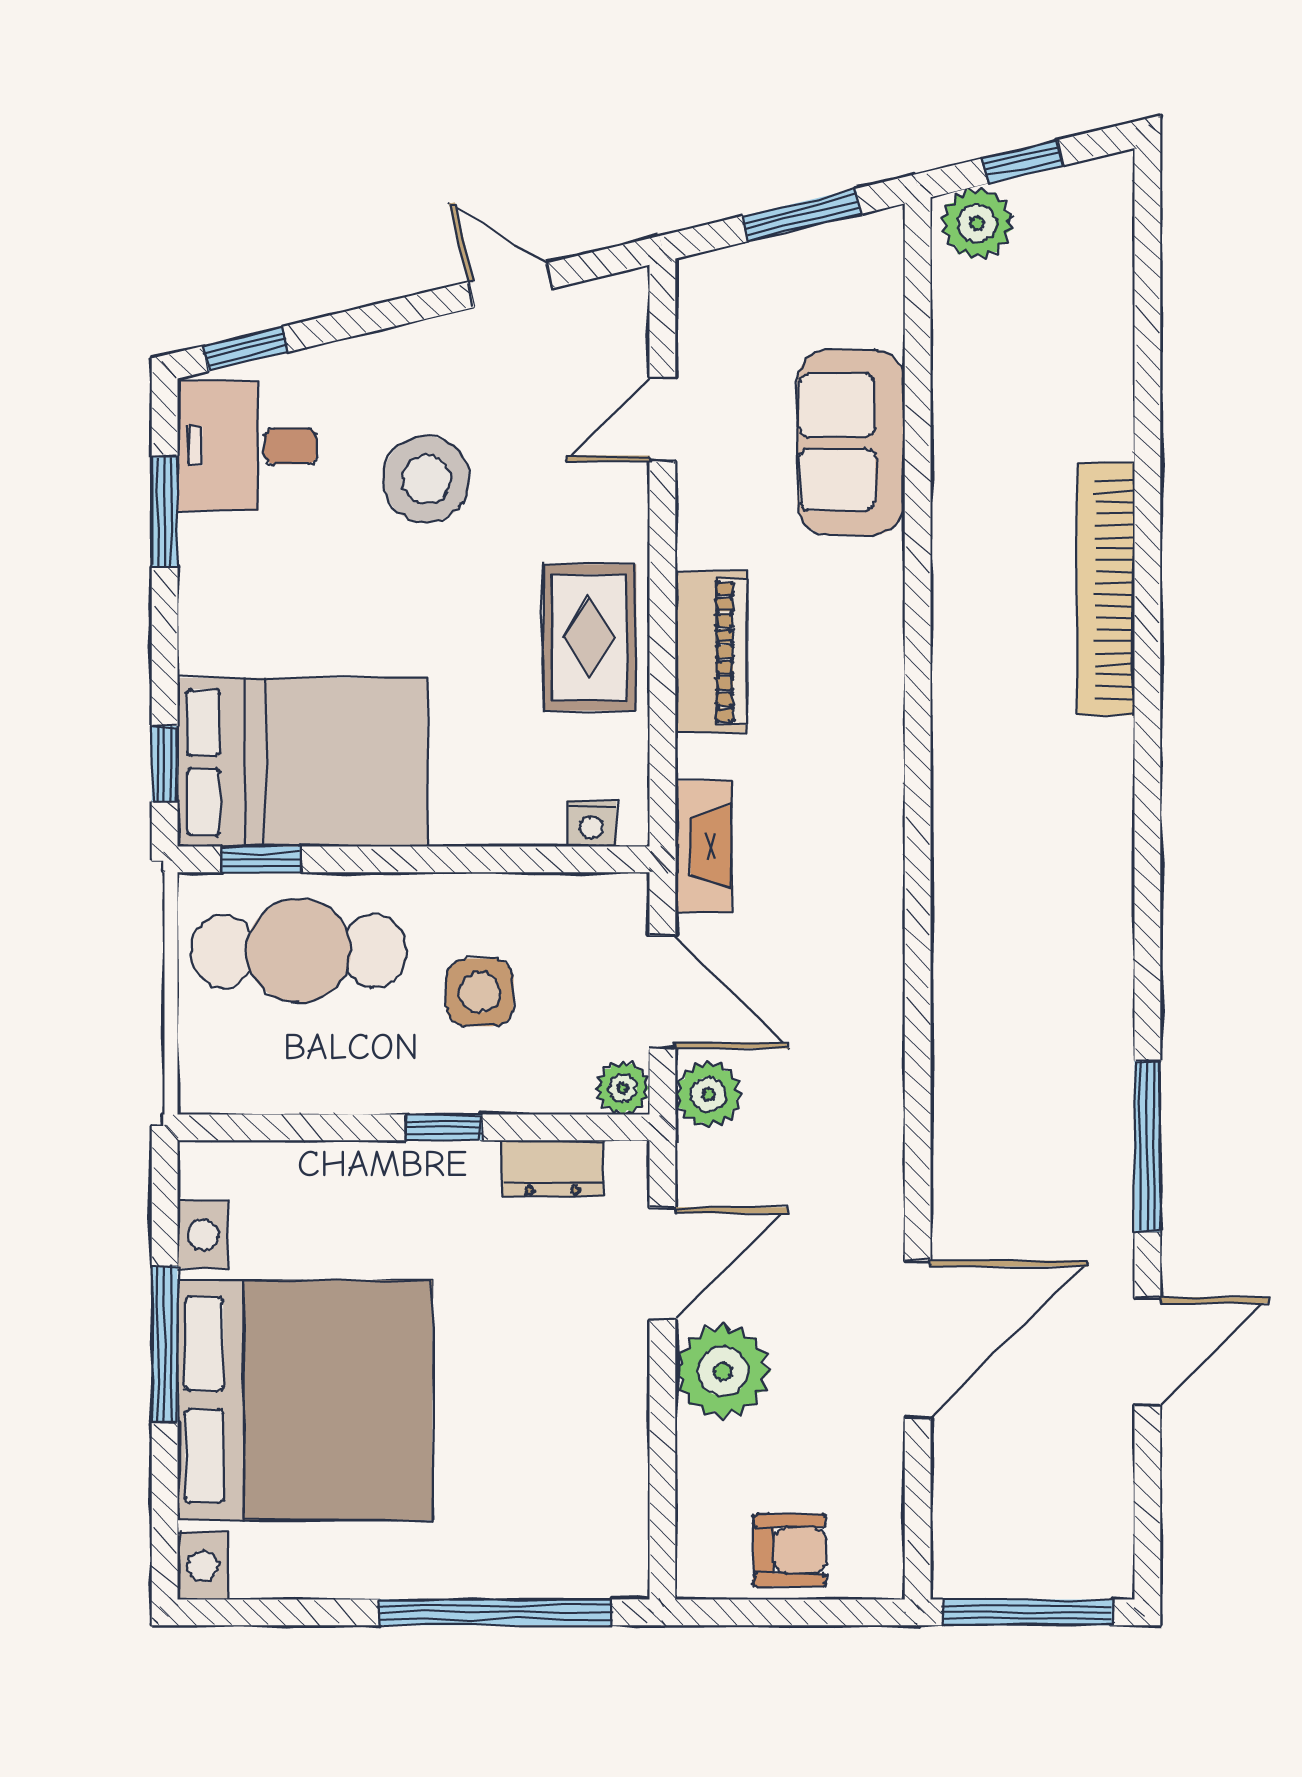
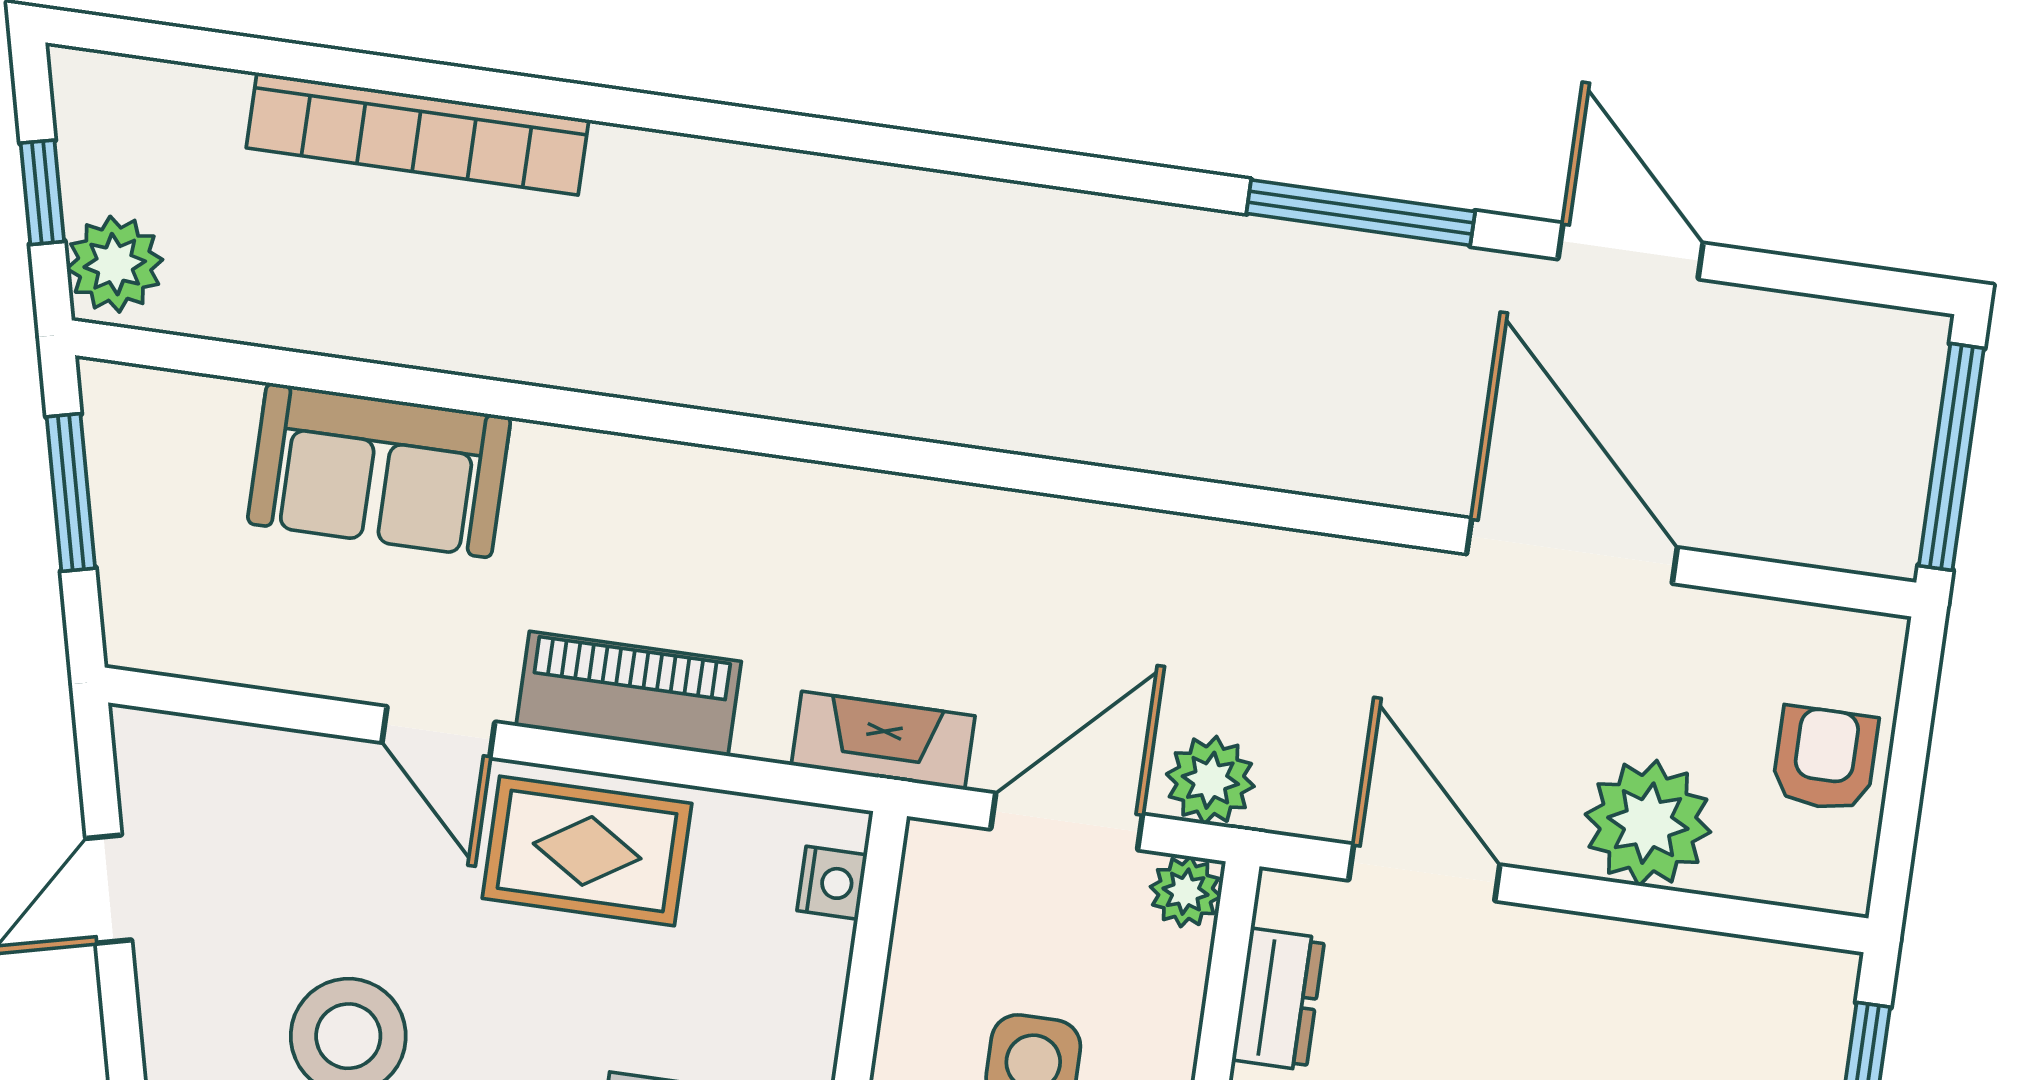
door: (662, 420) -> (438, 732), moved
bookcase: (1106, 589) -> (417, 134), moved
plant: (723, 1371) -> (1648, 823), moved

